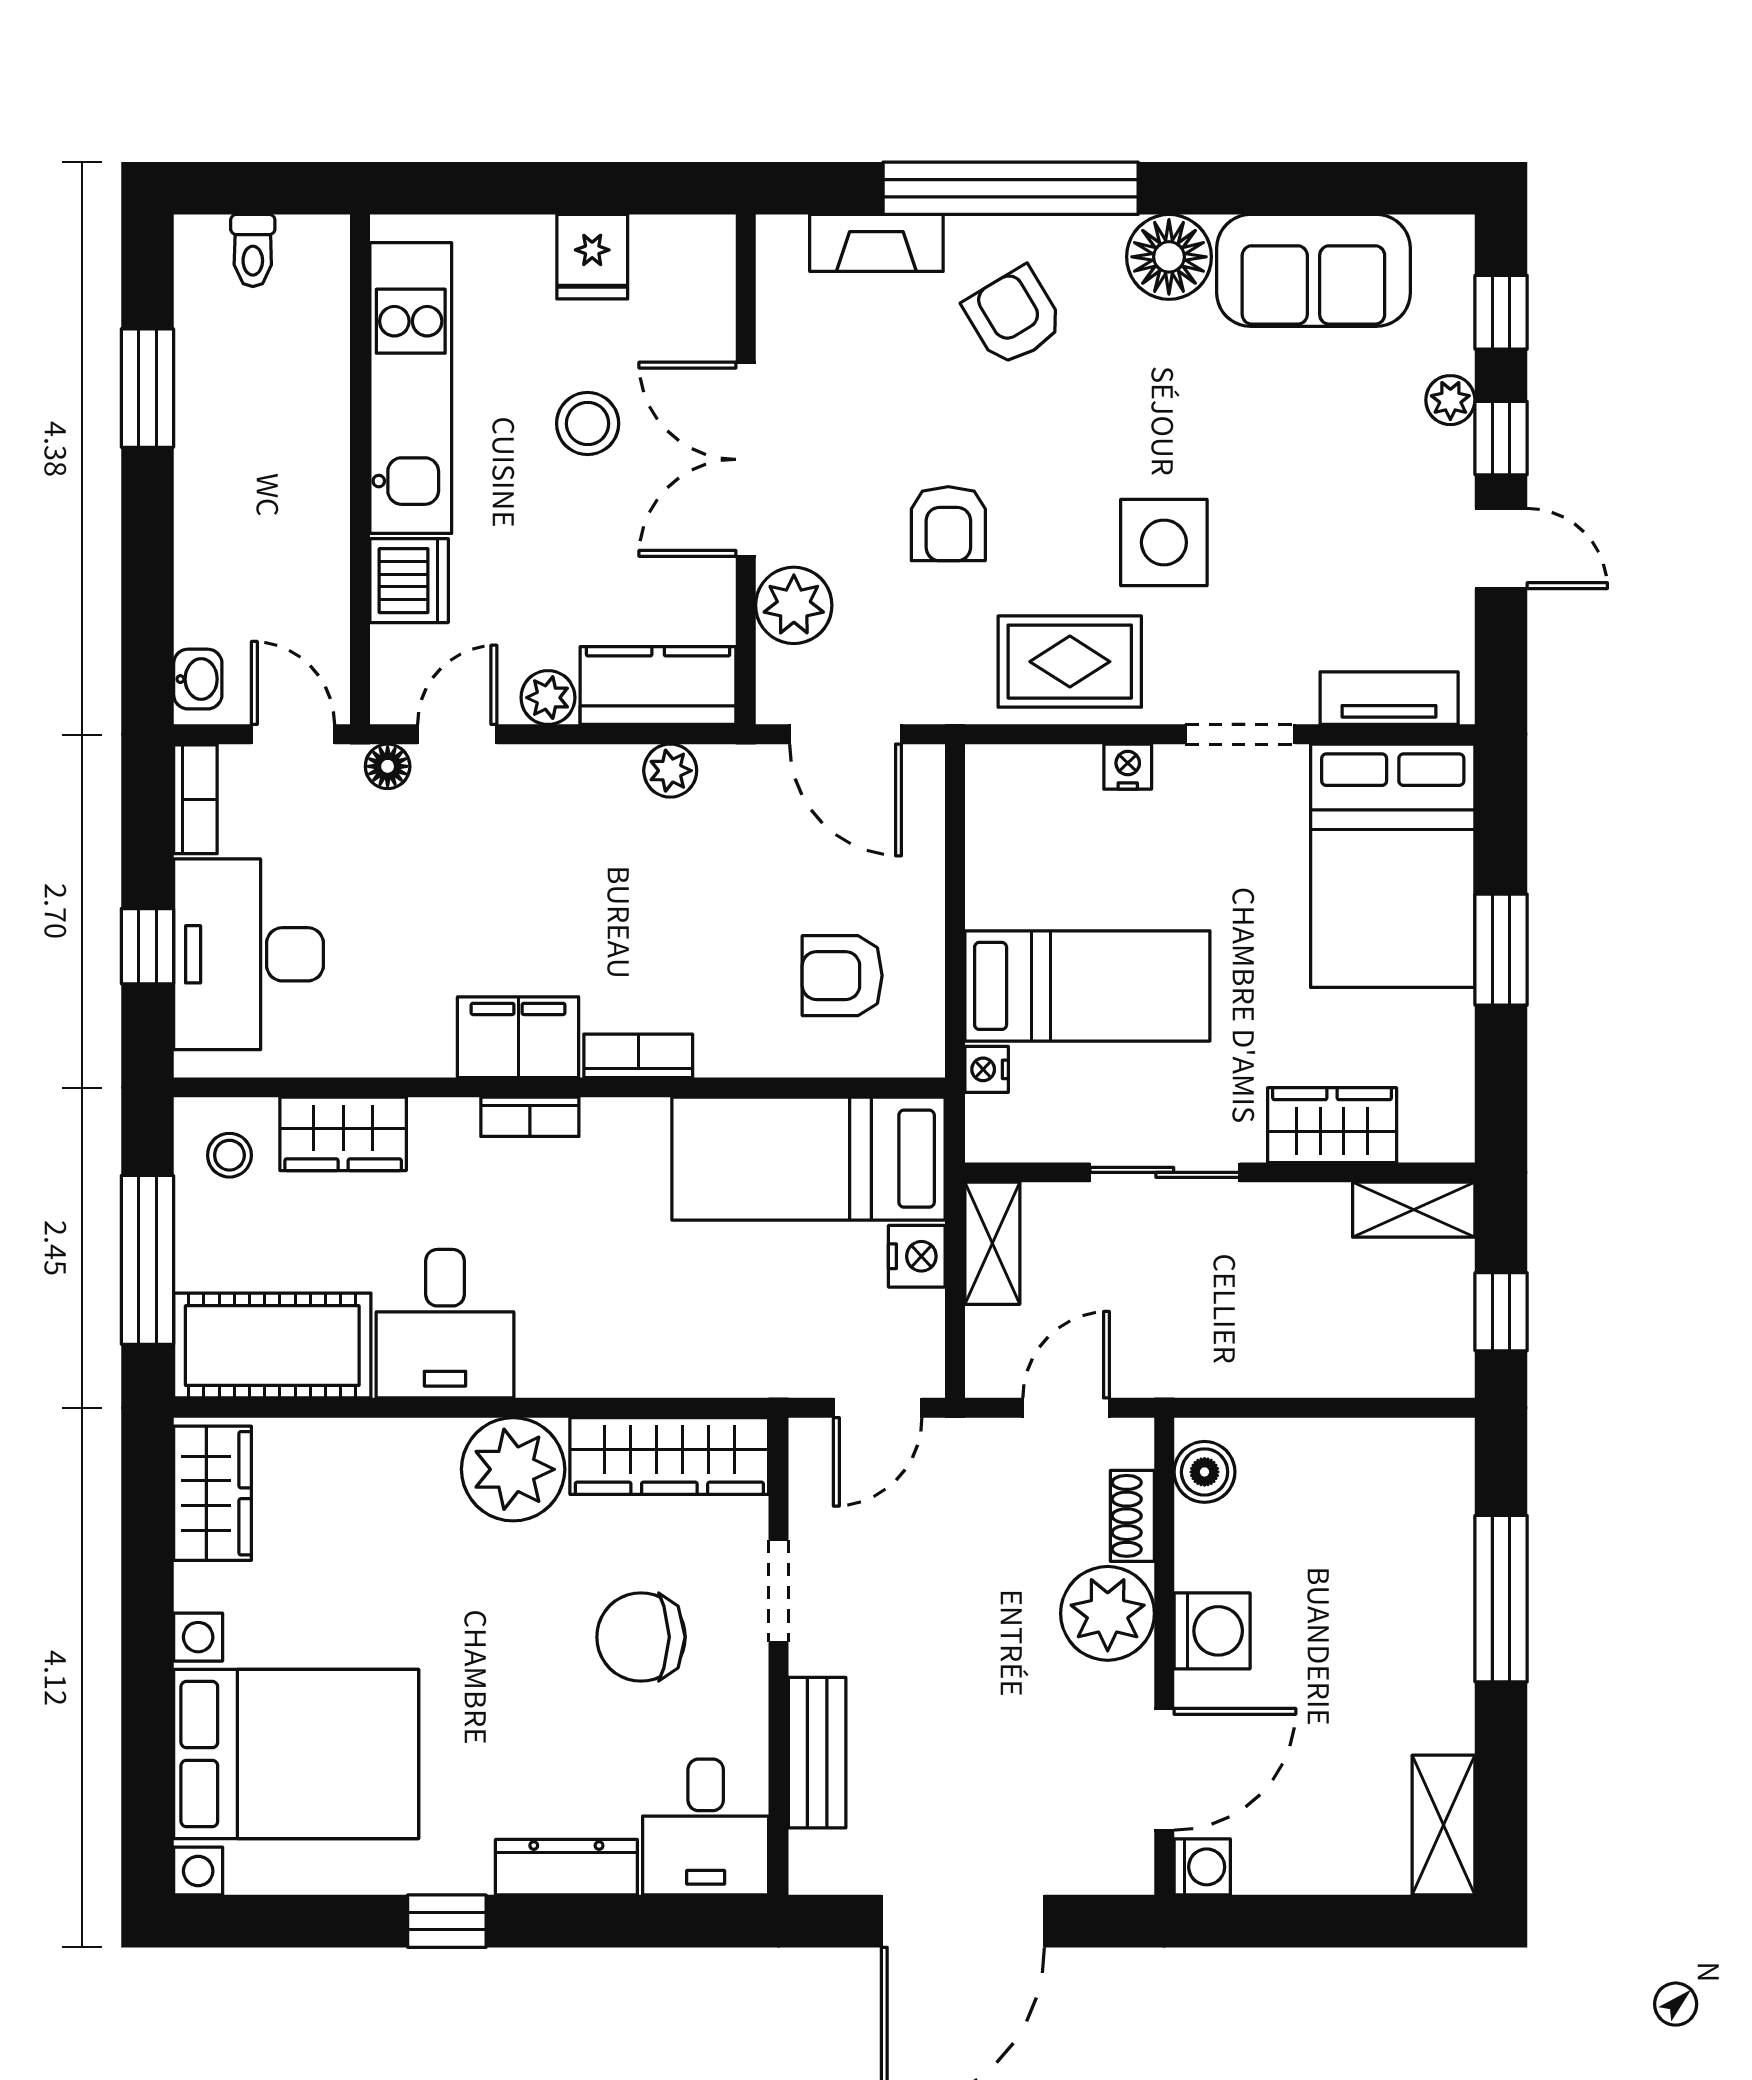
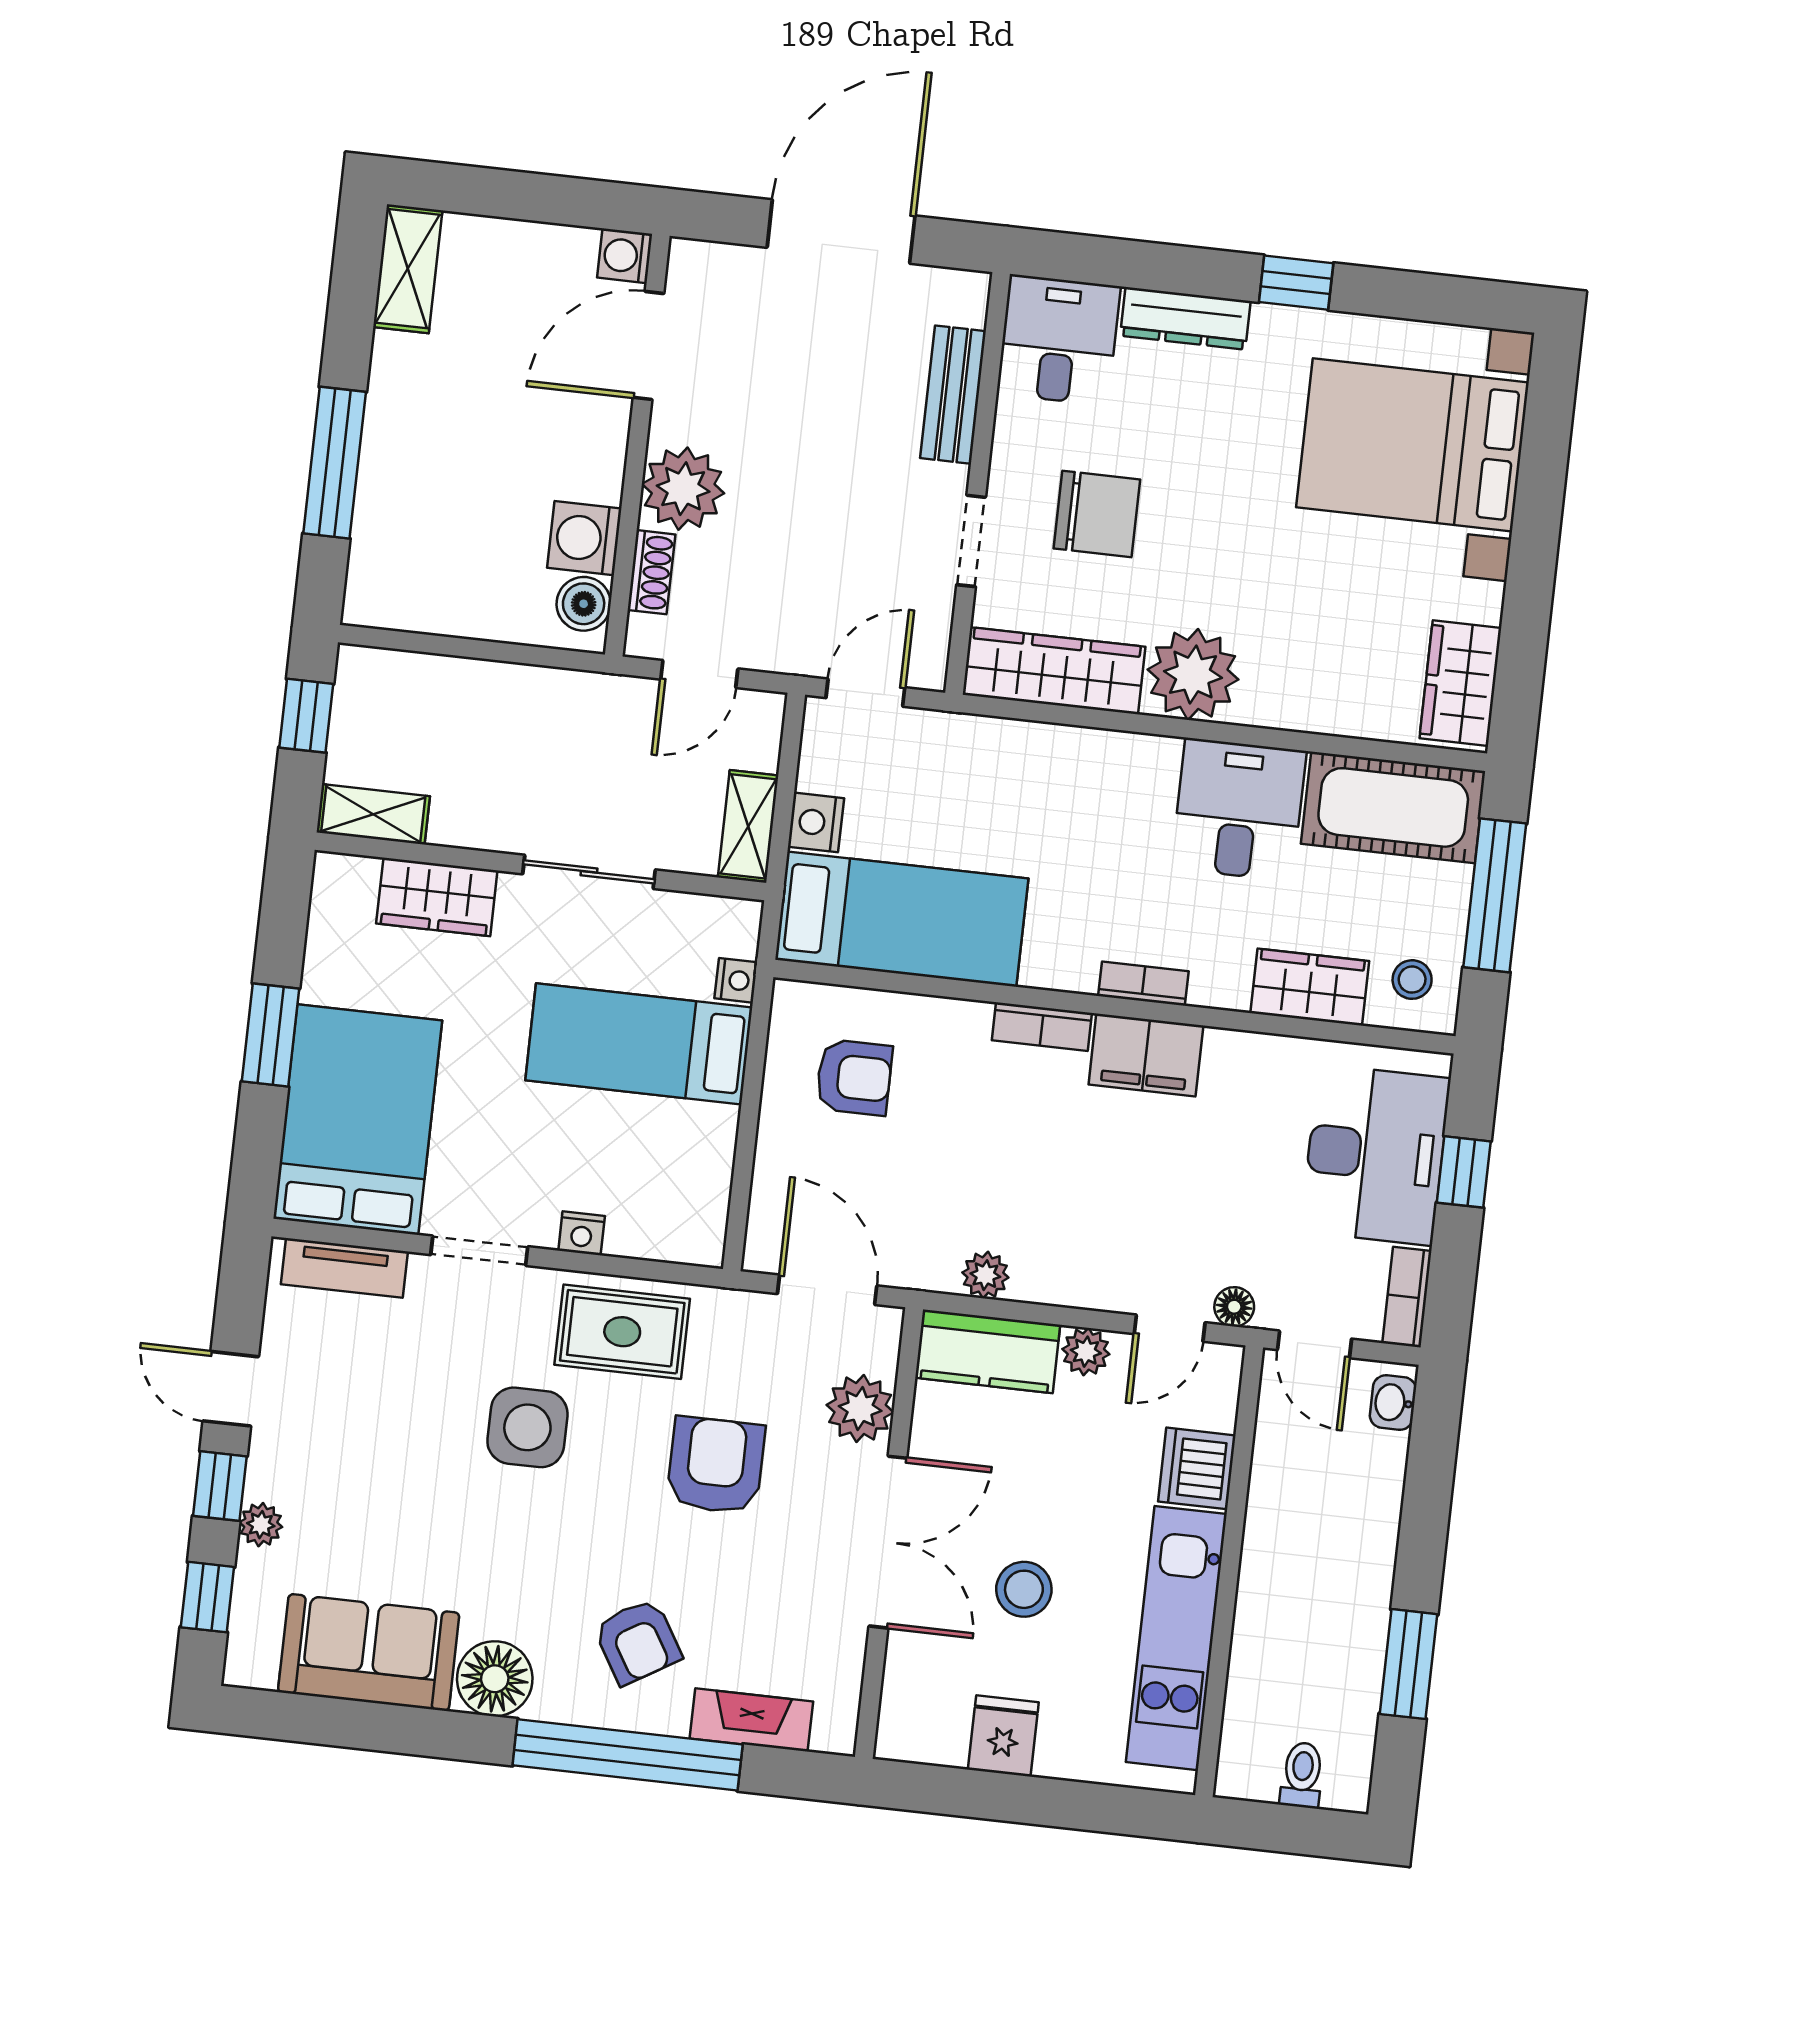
armchair: (948, 524) -> (716, 1465), width x1.38, depth x1.38
washing machine: (1212, 1631) -> (584, 538), moved

